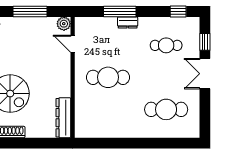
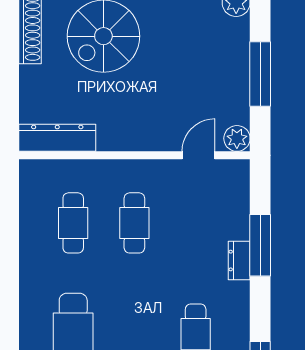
cafe table: (108, 77) -> (134, 223), width x0.73, depth x0.74
cafe table: (108, 109) -> (73, 223), added

